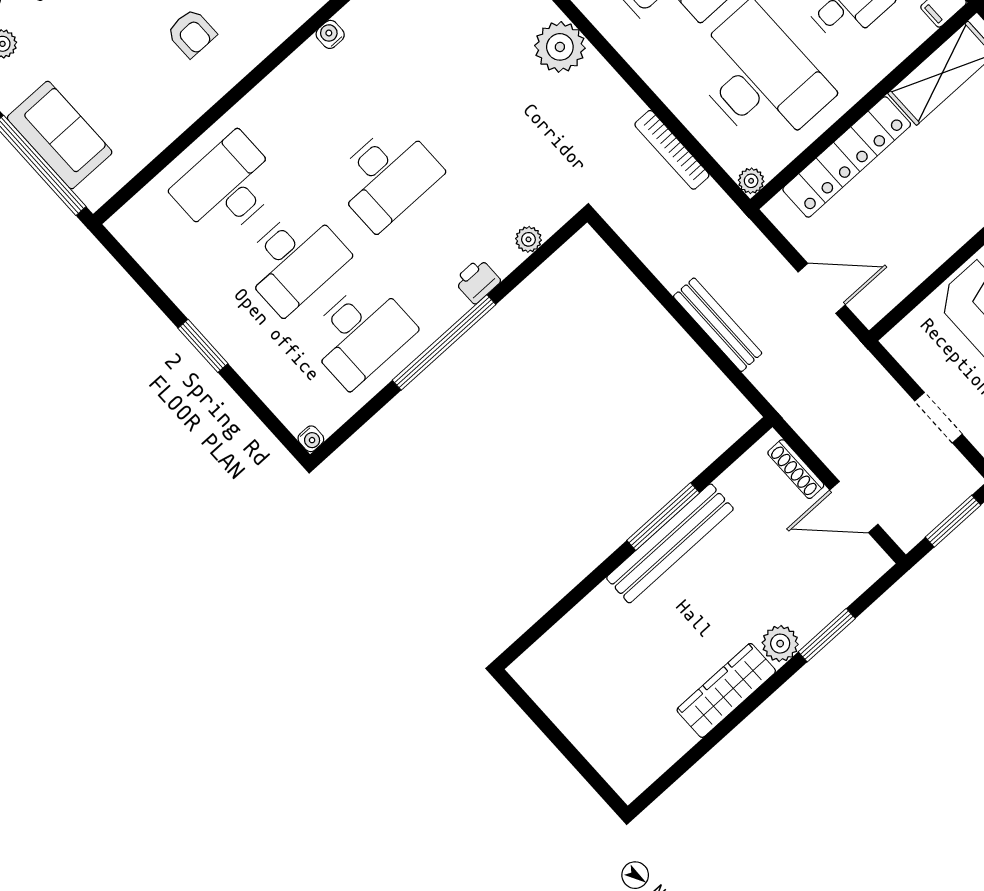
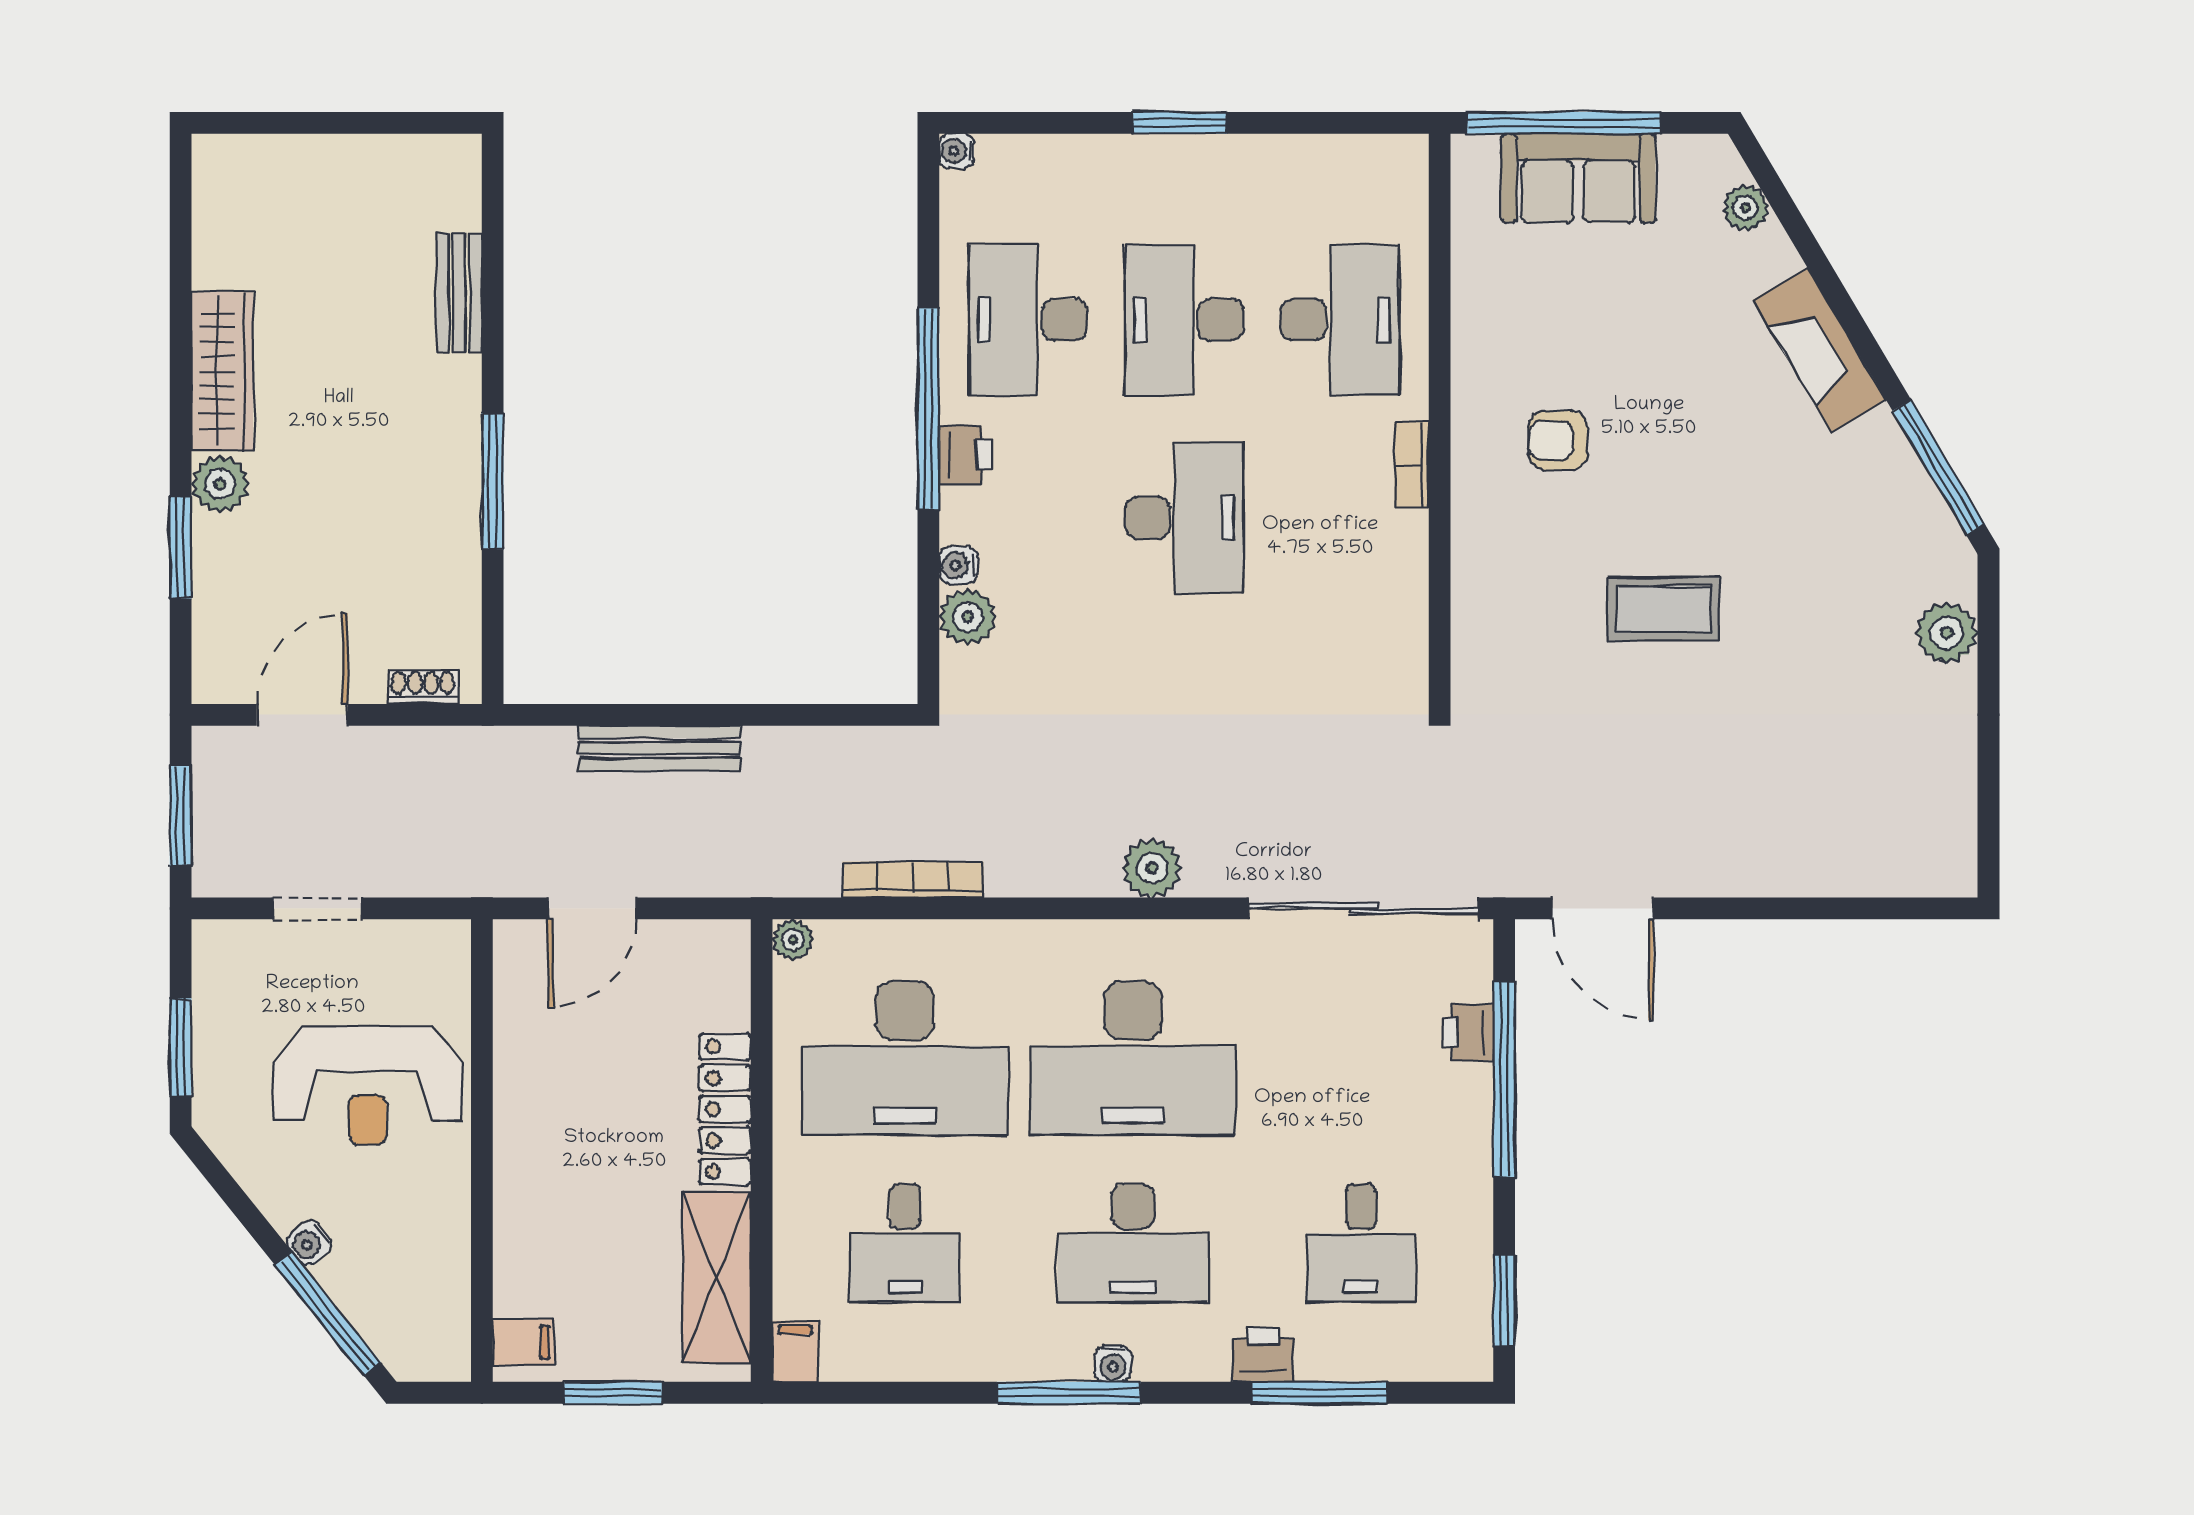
water cooler: (330, 34) -> (958, 565), moved, turned 180
plant: (560, 47) -> (1152, 868), width x0.73, depth x0.73
bookcase: (265, 92) -> (1412, 465), added
locker: (847, 157) -> (725, 1109), width x0.71, depth x0.83
desk: (387, 176) -> (1184, 518), turned 180
plant: (528, 239) -> (968, 617), width x1.38, depth x1.38
printer: (477, 281) -> (966, 455), moved
shoe rack: (796, 469) -> (423, 687), width x0.70
bench: (670, 543) -> (459, 293), moved, width x0.54, depth x0.82

